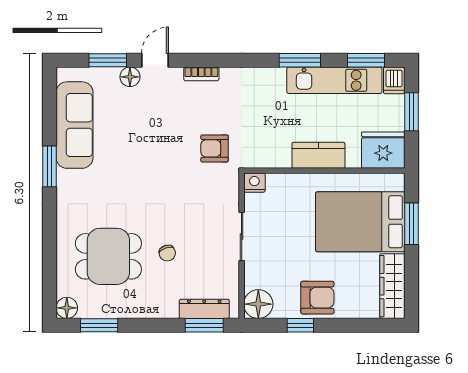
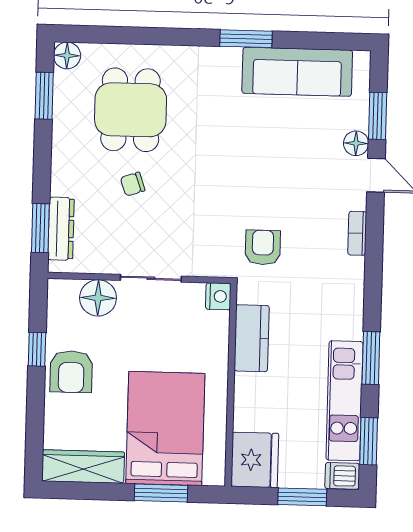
kitchen counter: (318, 155) -> (252, 338), moved
floor lamp: (258, 304) -> (98, 298), moved

